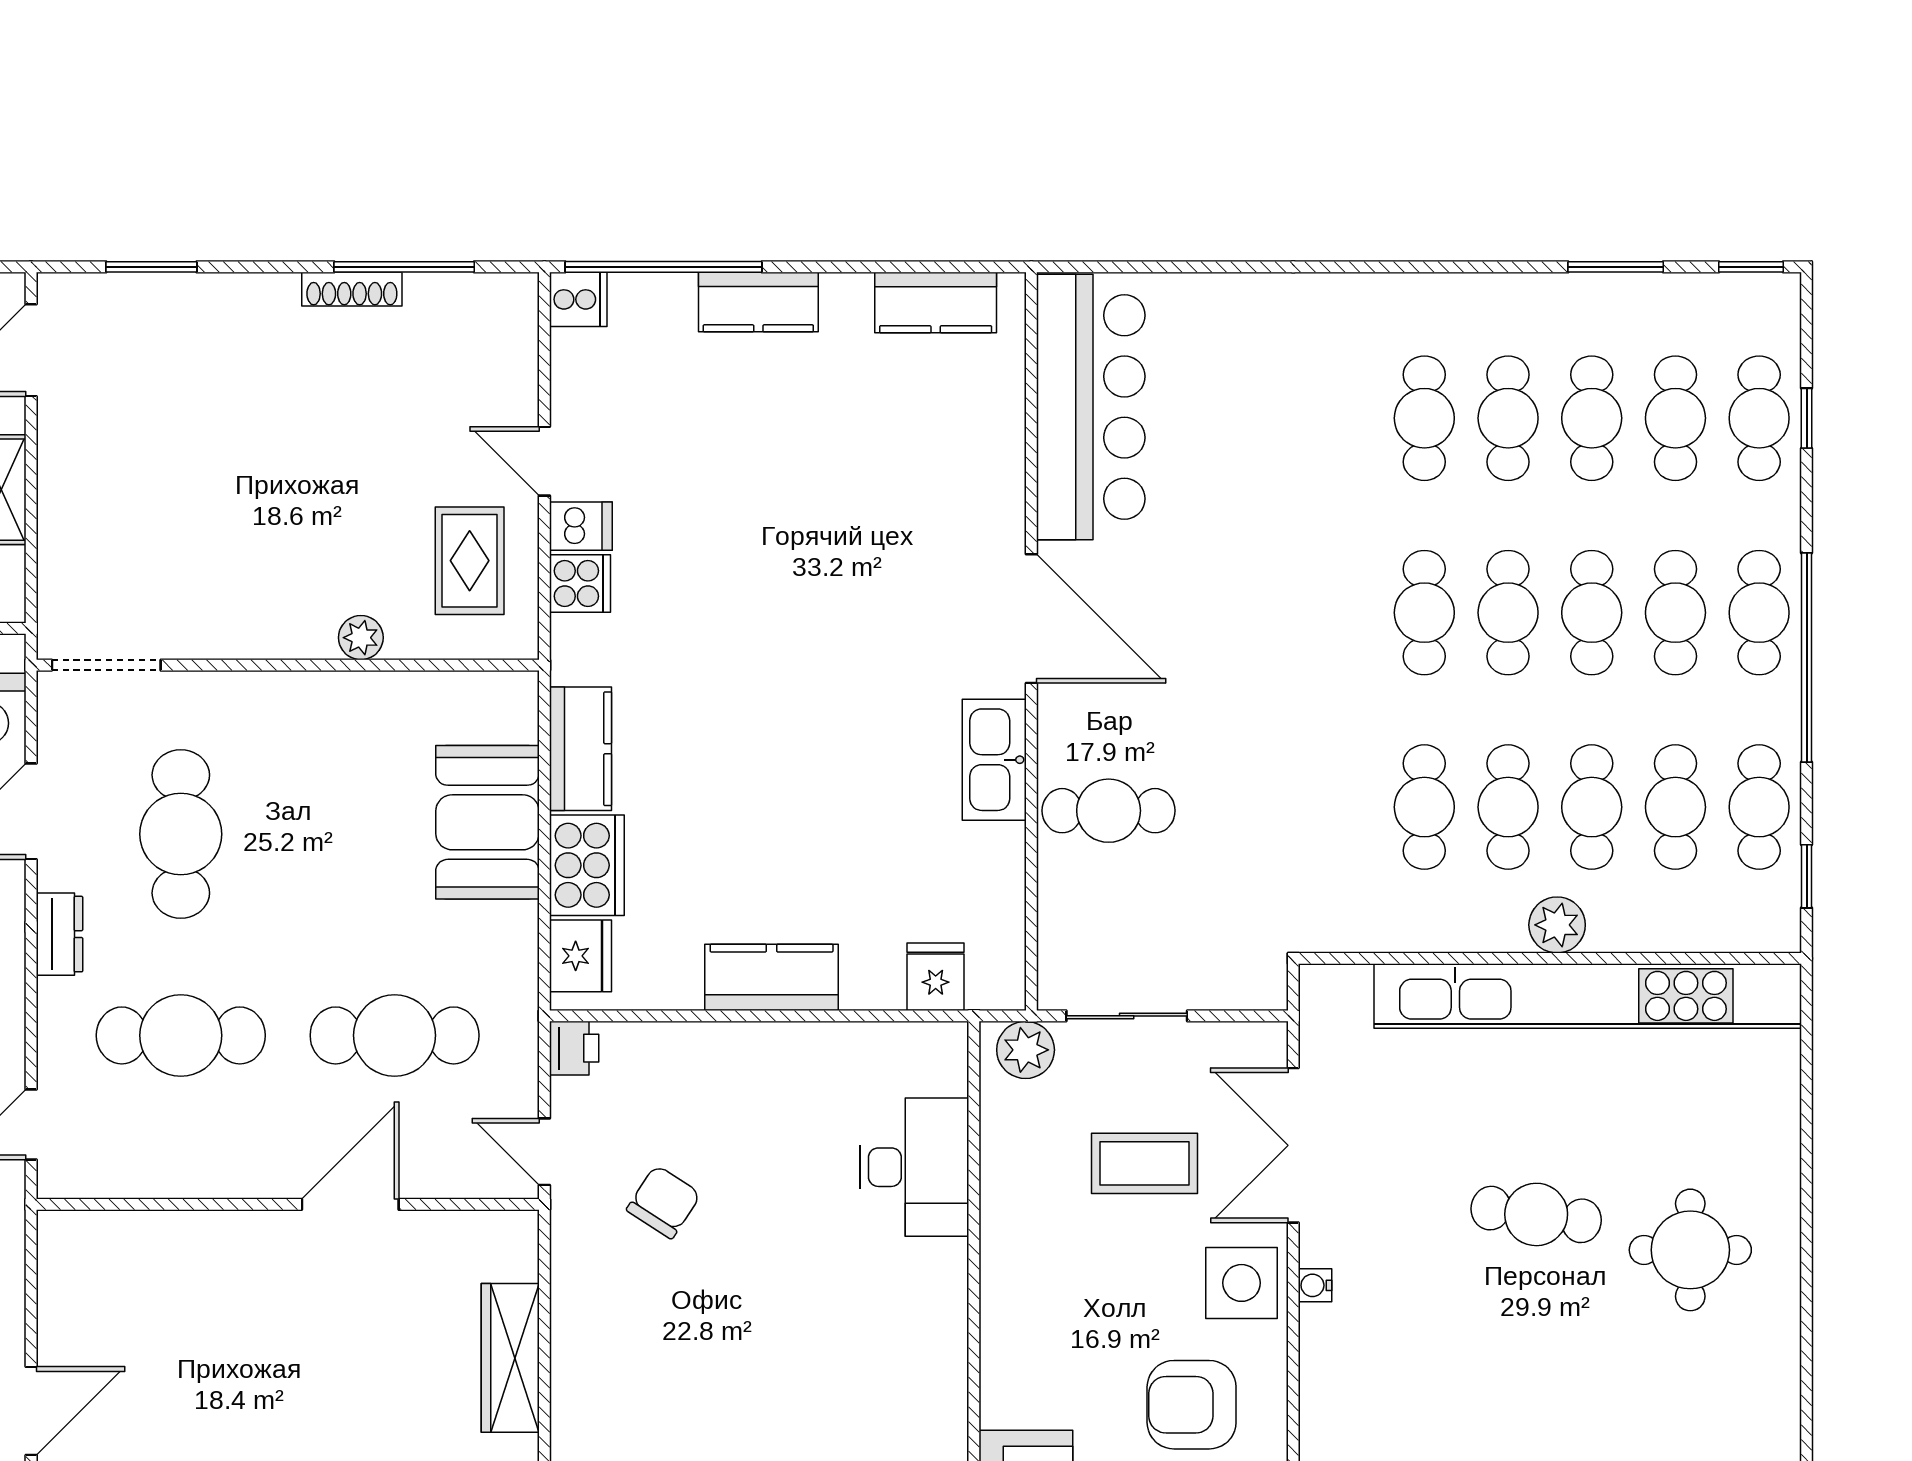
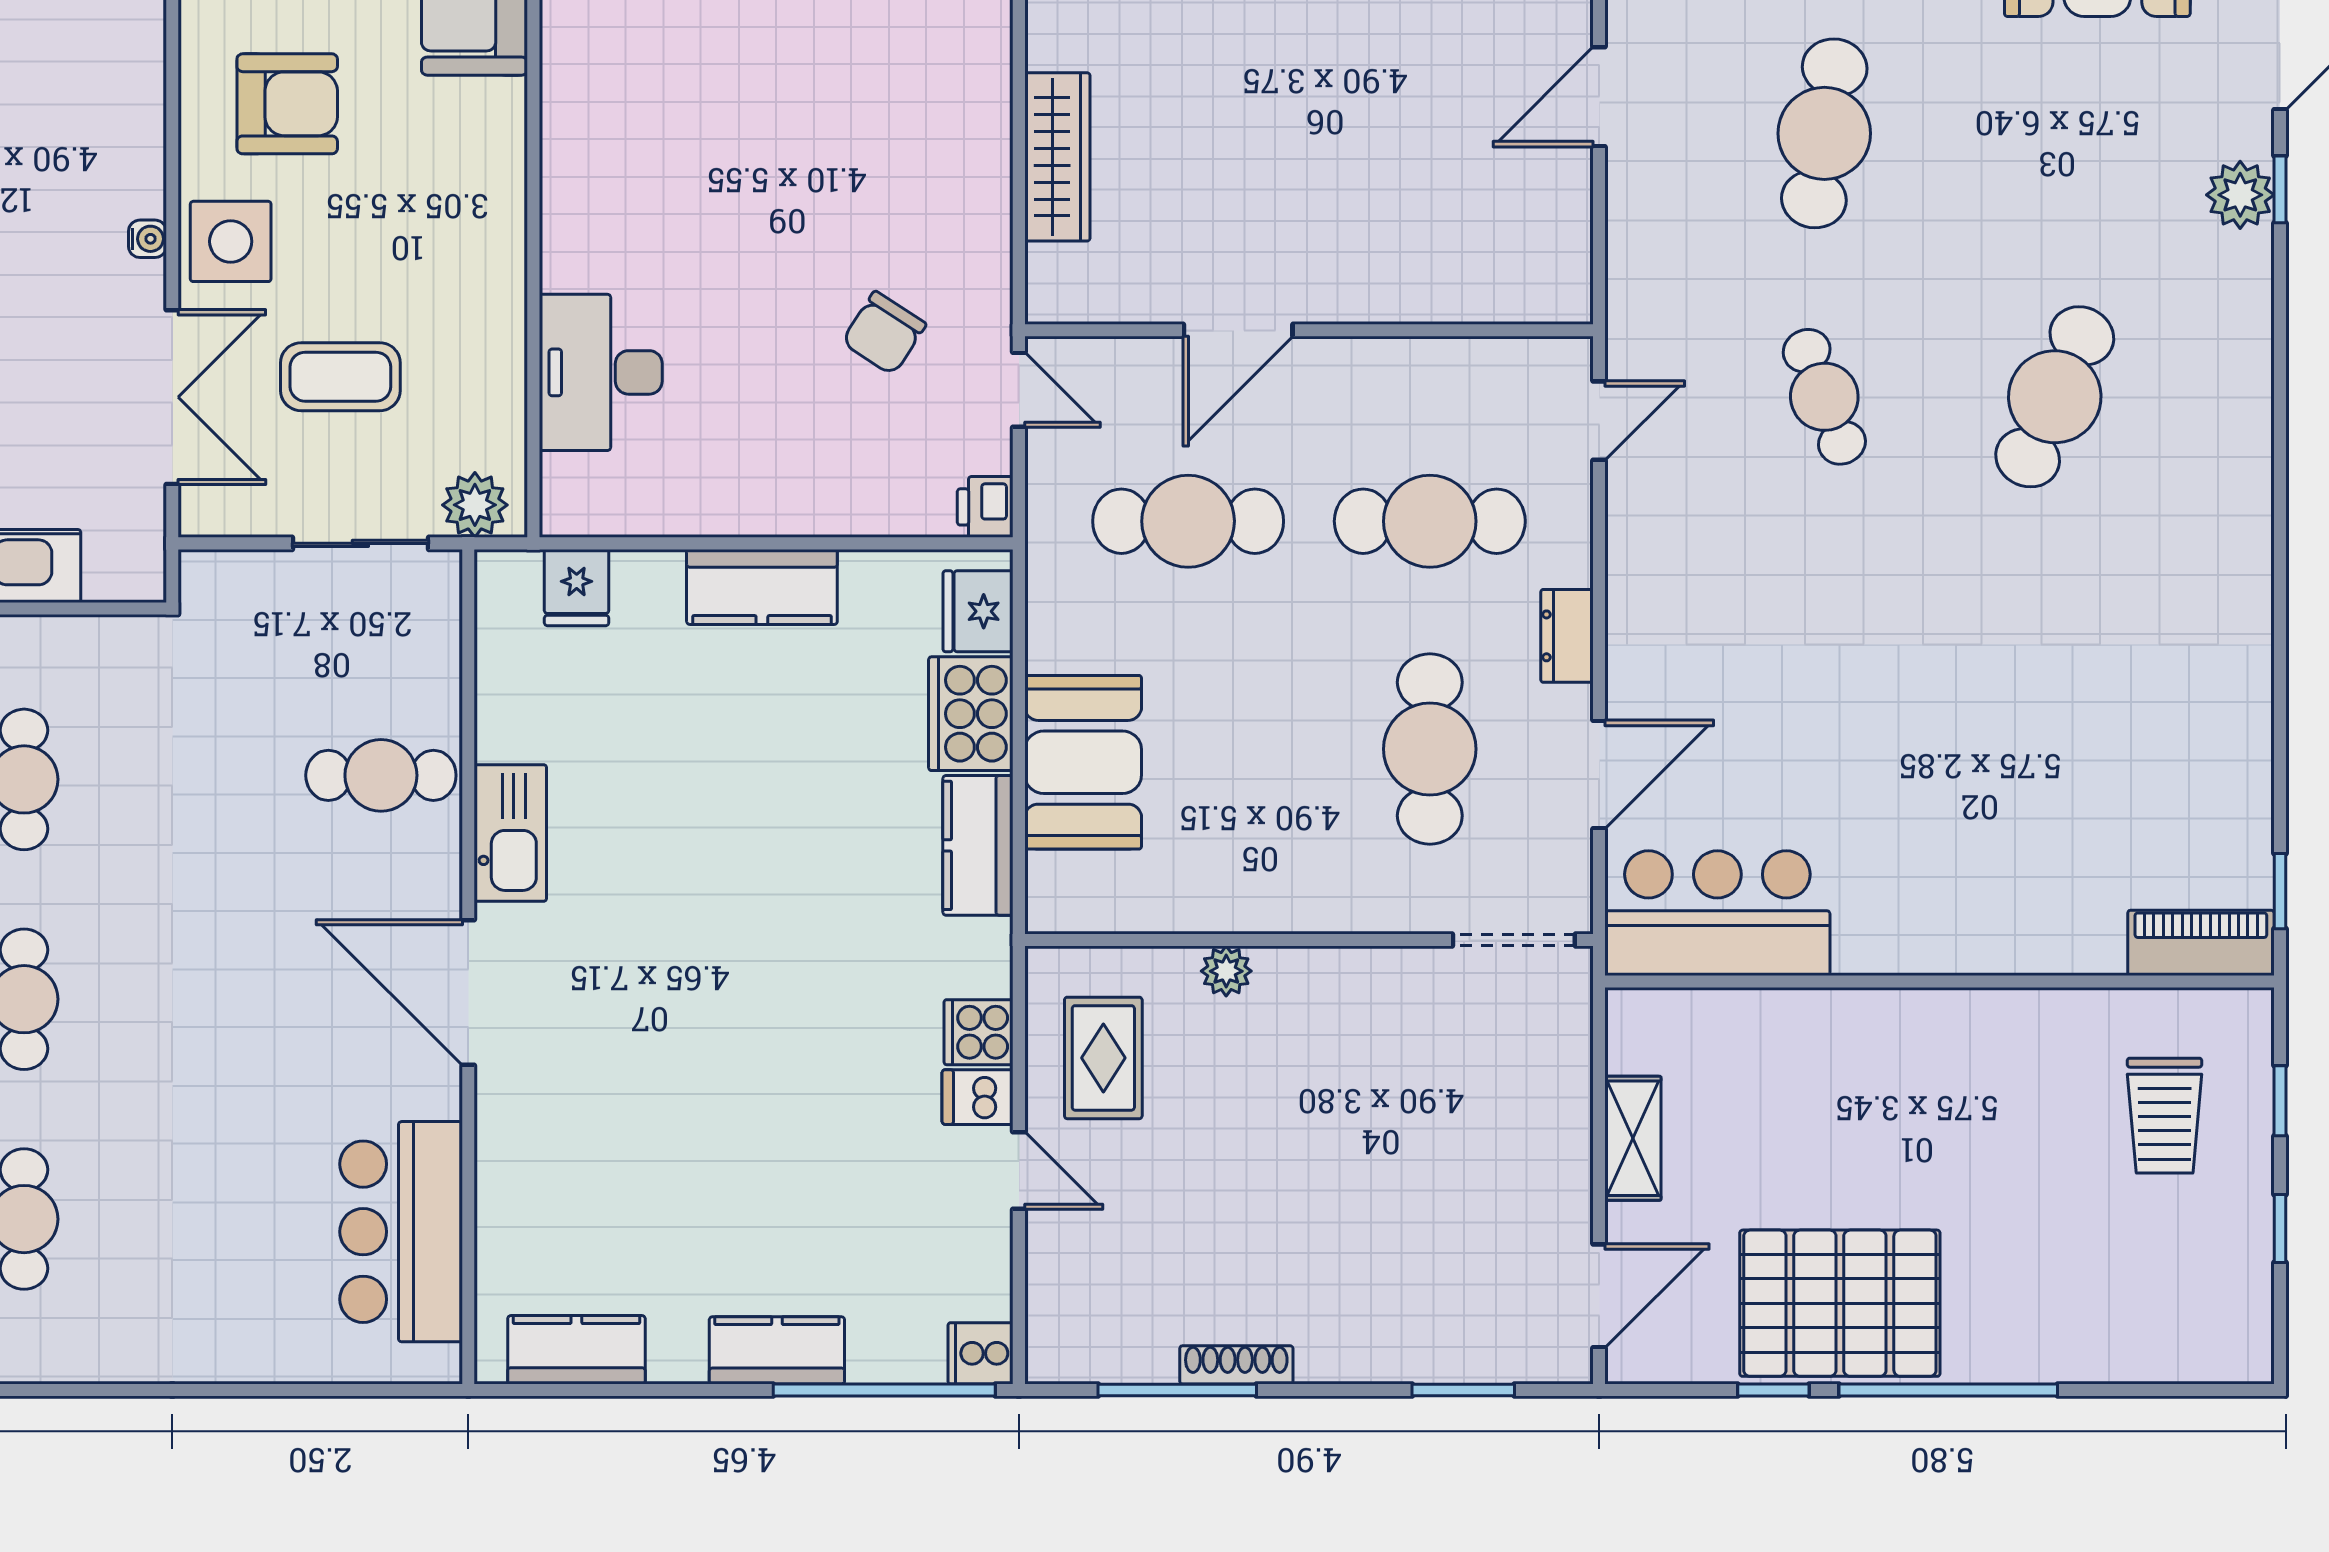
bar counter: (1091, 407) -> (401, 1232), width x0.73

